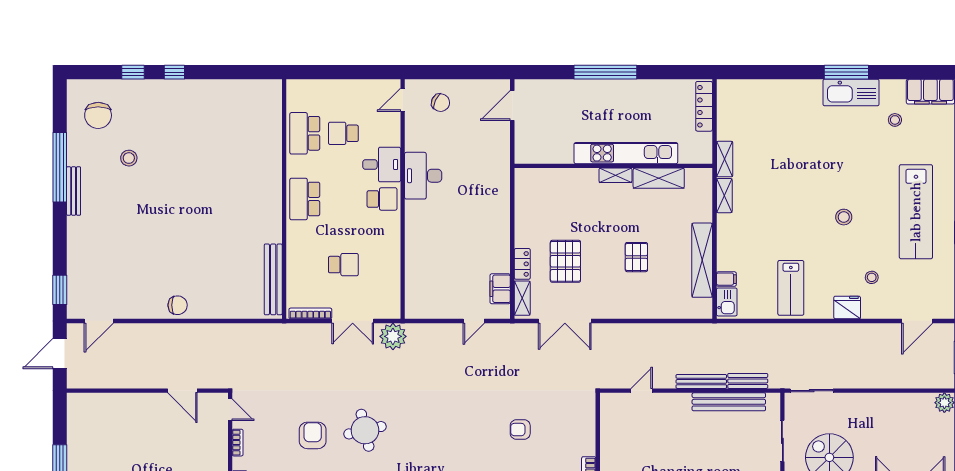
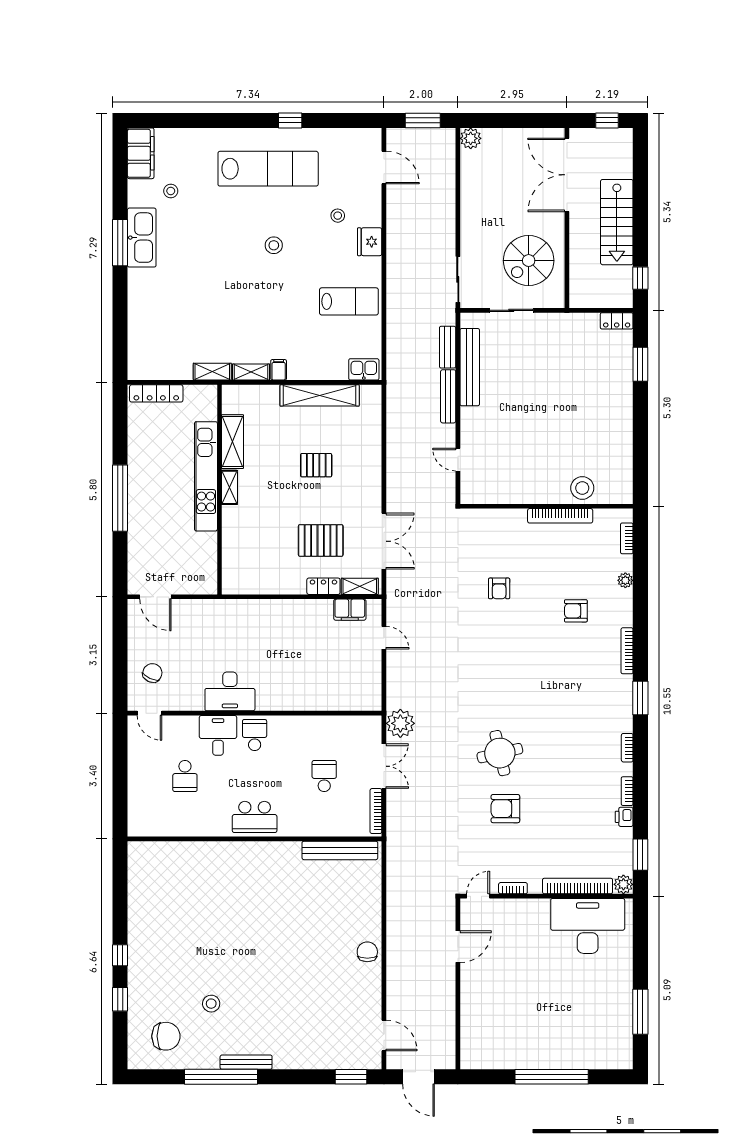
school desk: (305, 133) -> (185, 817), removed
filing cabinet: (726, 279) -> (279, 370), moved

